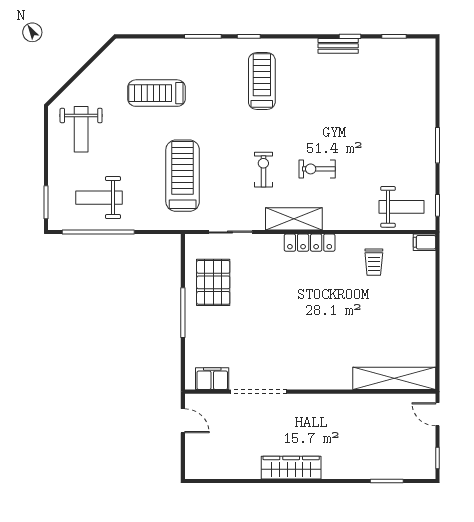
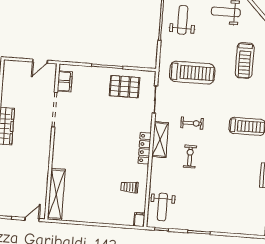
treadmill: (156, 93) -> (245, 60), turned 180

